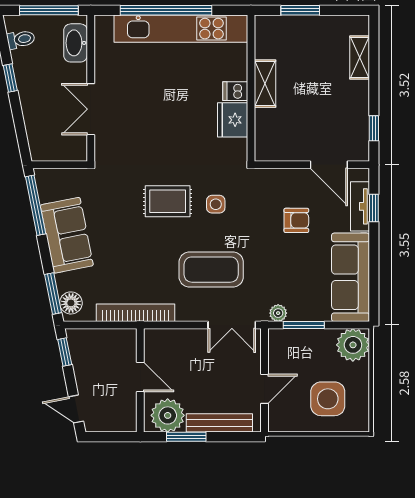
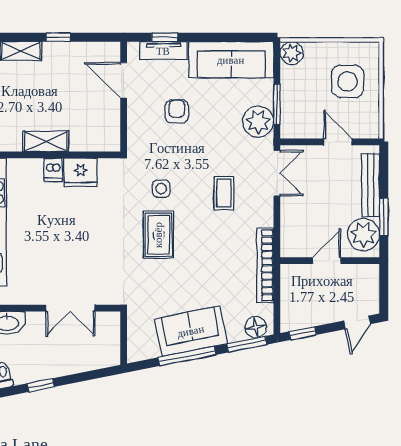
window: (374, 128) -> (58, 37), moved
door: (329, 165) -> (124, 80), swing flipped
window: (36, 205) -> (187, 356), moved
coffee table: (211, 270) -> (224, 193), width x0.54, depth x0.58
plant: (278, 313) -> (258, 122), width x1.88, depth x1.88
plant: (353, 345) -> (292, 53), width x0.73, depth x0.73

